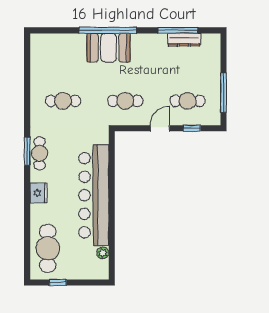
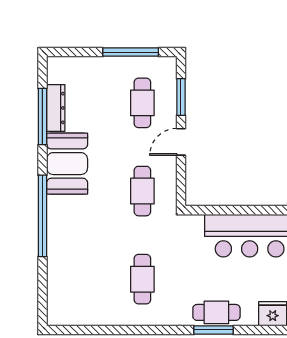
booth: (109, 48) -> (67, 164), moved
door: (160, 128) -> (181, 142), hinge flipped
window: (192, 128) -> (181, 97), width x1.50

